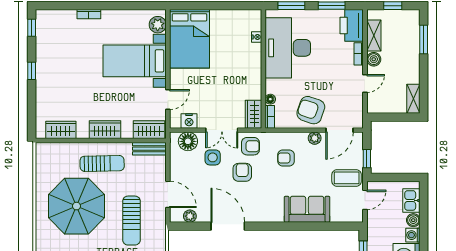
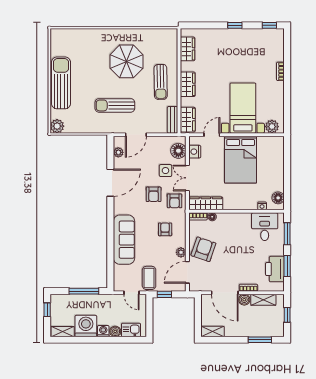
floor lamp: (247, 17) -> (278, 198), added
printer: (352, 25) -> (275, 269), moved, turned -90
bed: (189, 39) -> (241, 160), moved, turned -90
desk: (288, 48) -> (265, 227), width x0.53, depth x0.77
door: (365, 83) -> (225, 293), width x1.87
door: (168, 100) -> (212, 135), swing flipped
wardrobe: (254, 114) -> (206, 203), width x1.50
door: (339, 130) -> (187, 272), hinge flipped
armchair: (242, 172) -> (154, 194), turned 90
parasol: (77, 206) -> (127, 61), width x0.73, depth x0.73
sofa: (307, 209) -> (124, 240), width x1.36

